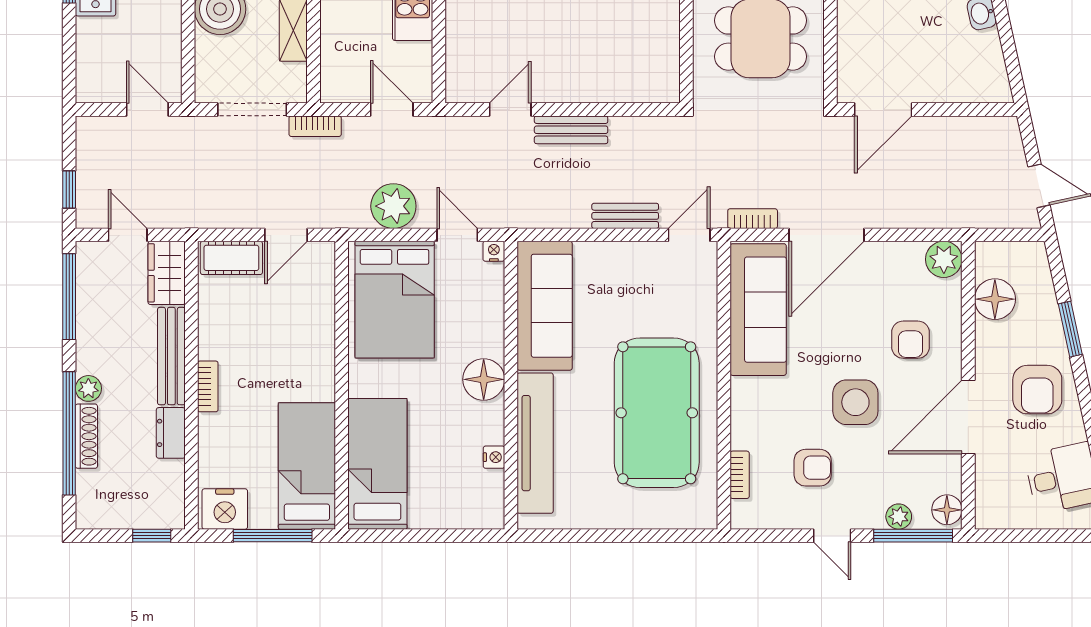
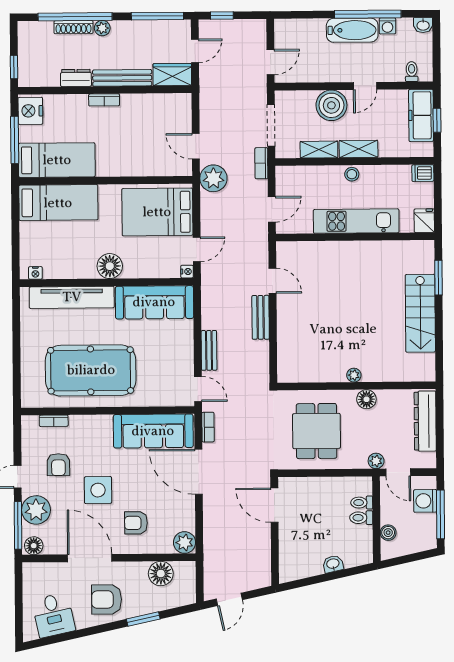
plant: (393, 206) -> (213, 178), moved
cot: (231, 258) -> (182, 114), removed
nightstand: (494, 457) -> (35, 273), moved
plant: (899, 517) -> (36, 510), width x1.88, depth x1.88

